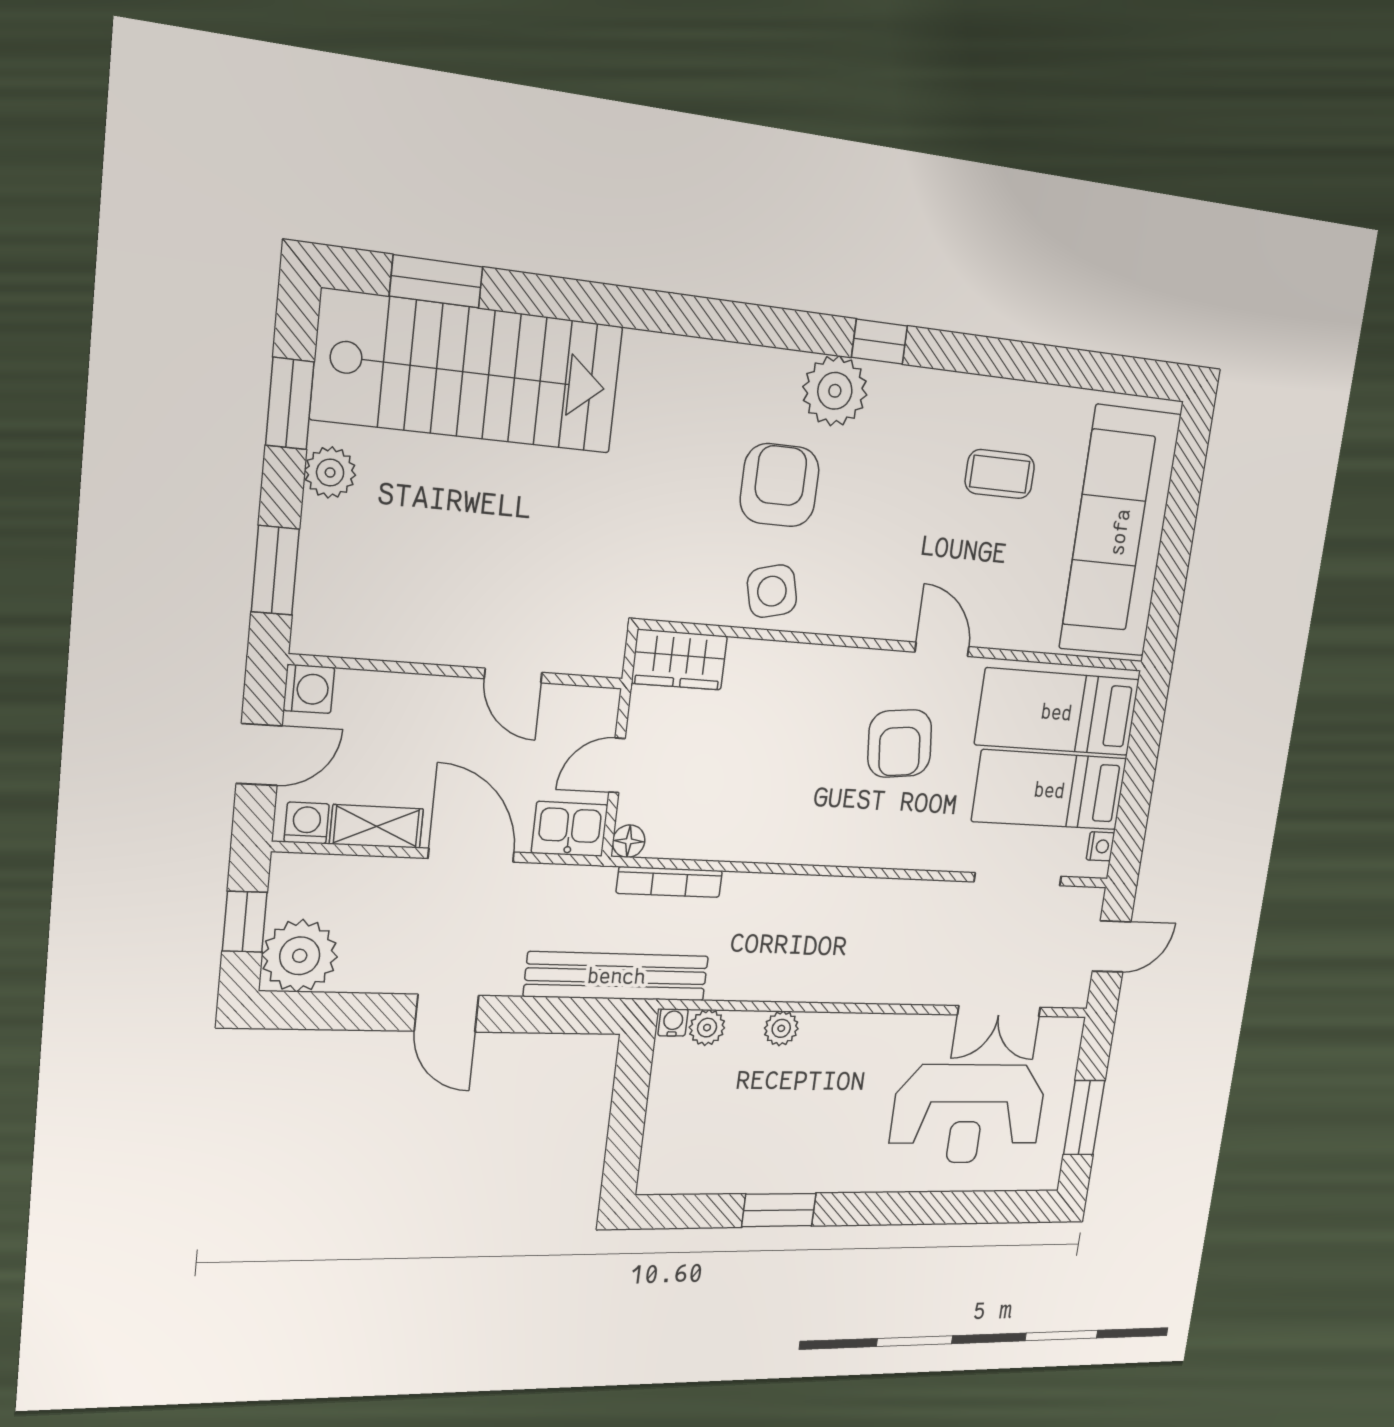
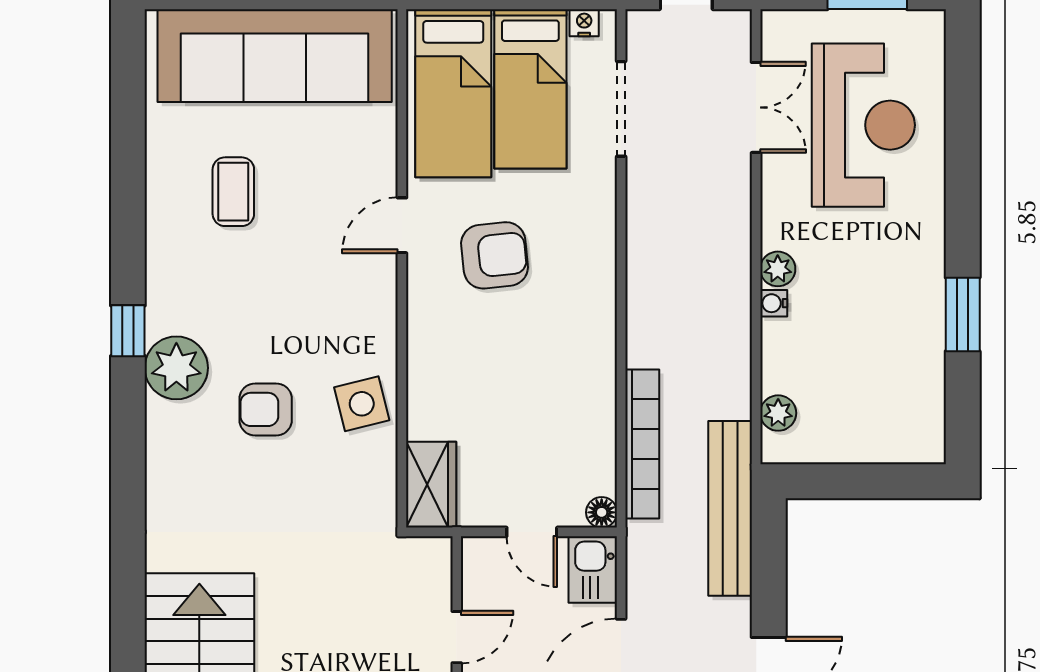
armchair: (780, 485) -> (266, 409), width x0.72, depth x0.72
bookcase: (669, 882) -> (642, 444), width x1.48, depth x1.31
water cooler: (673, 1022) -> (774, 303), moved
plant: (781, 1028) -> (778, 269), moved

